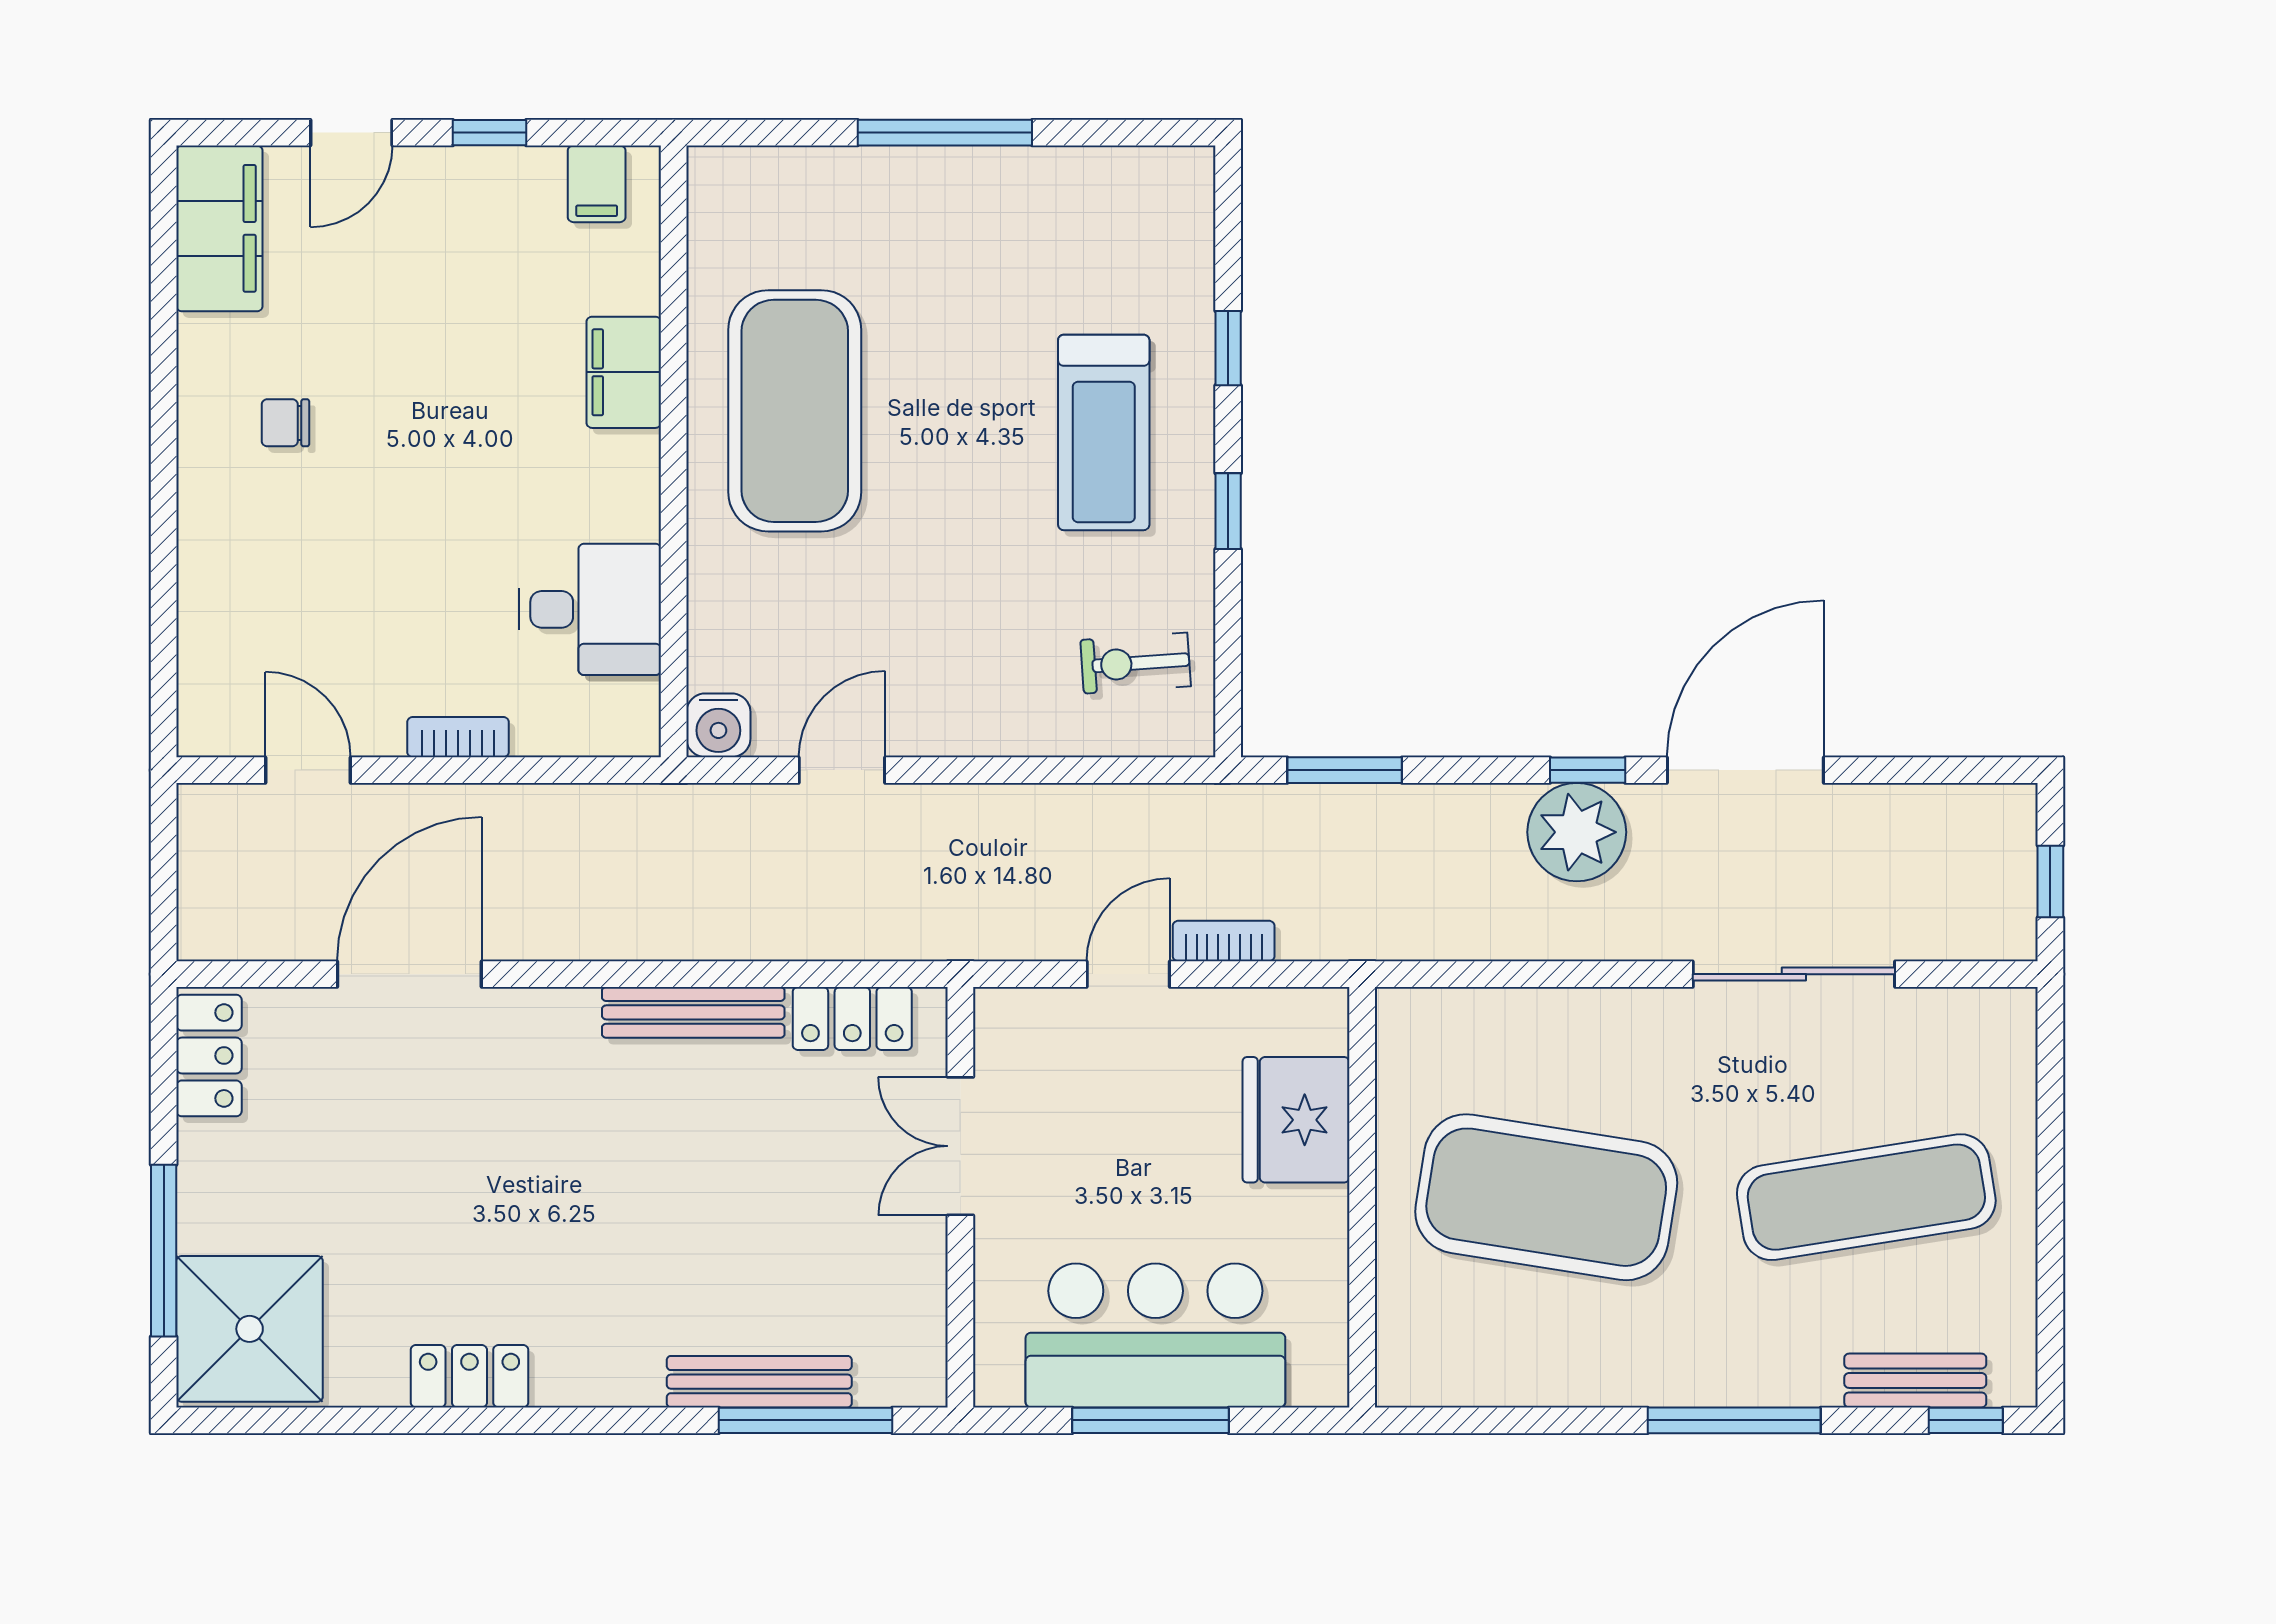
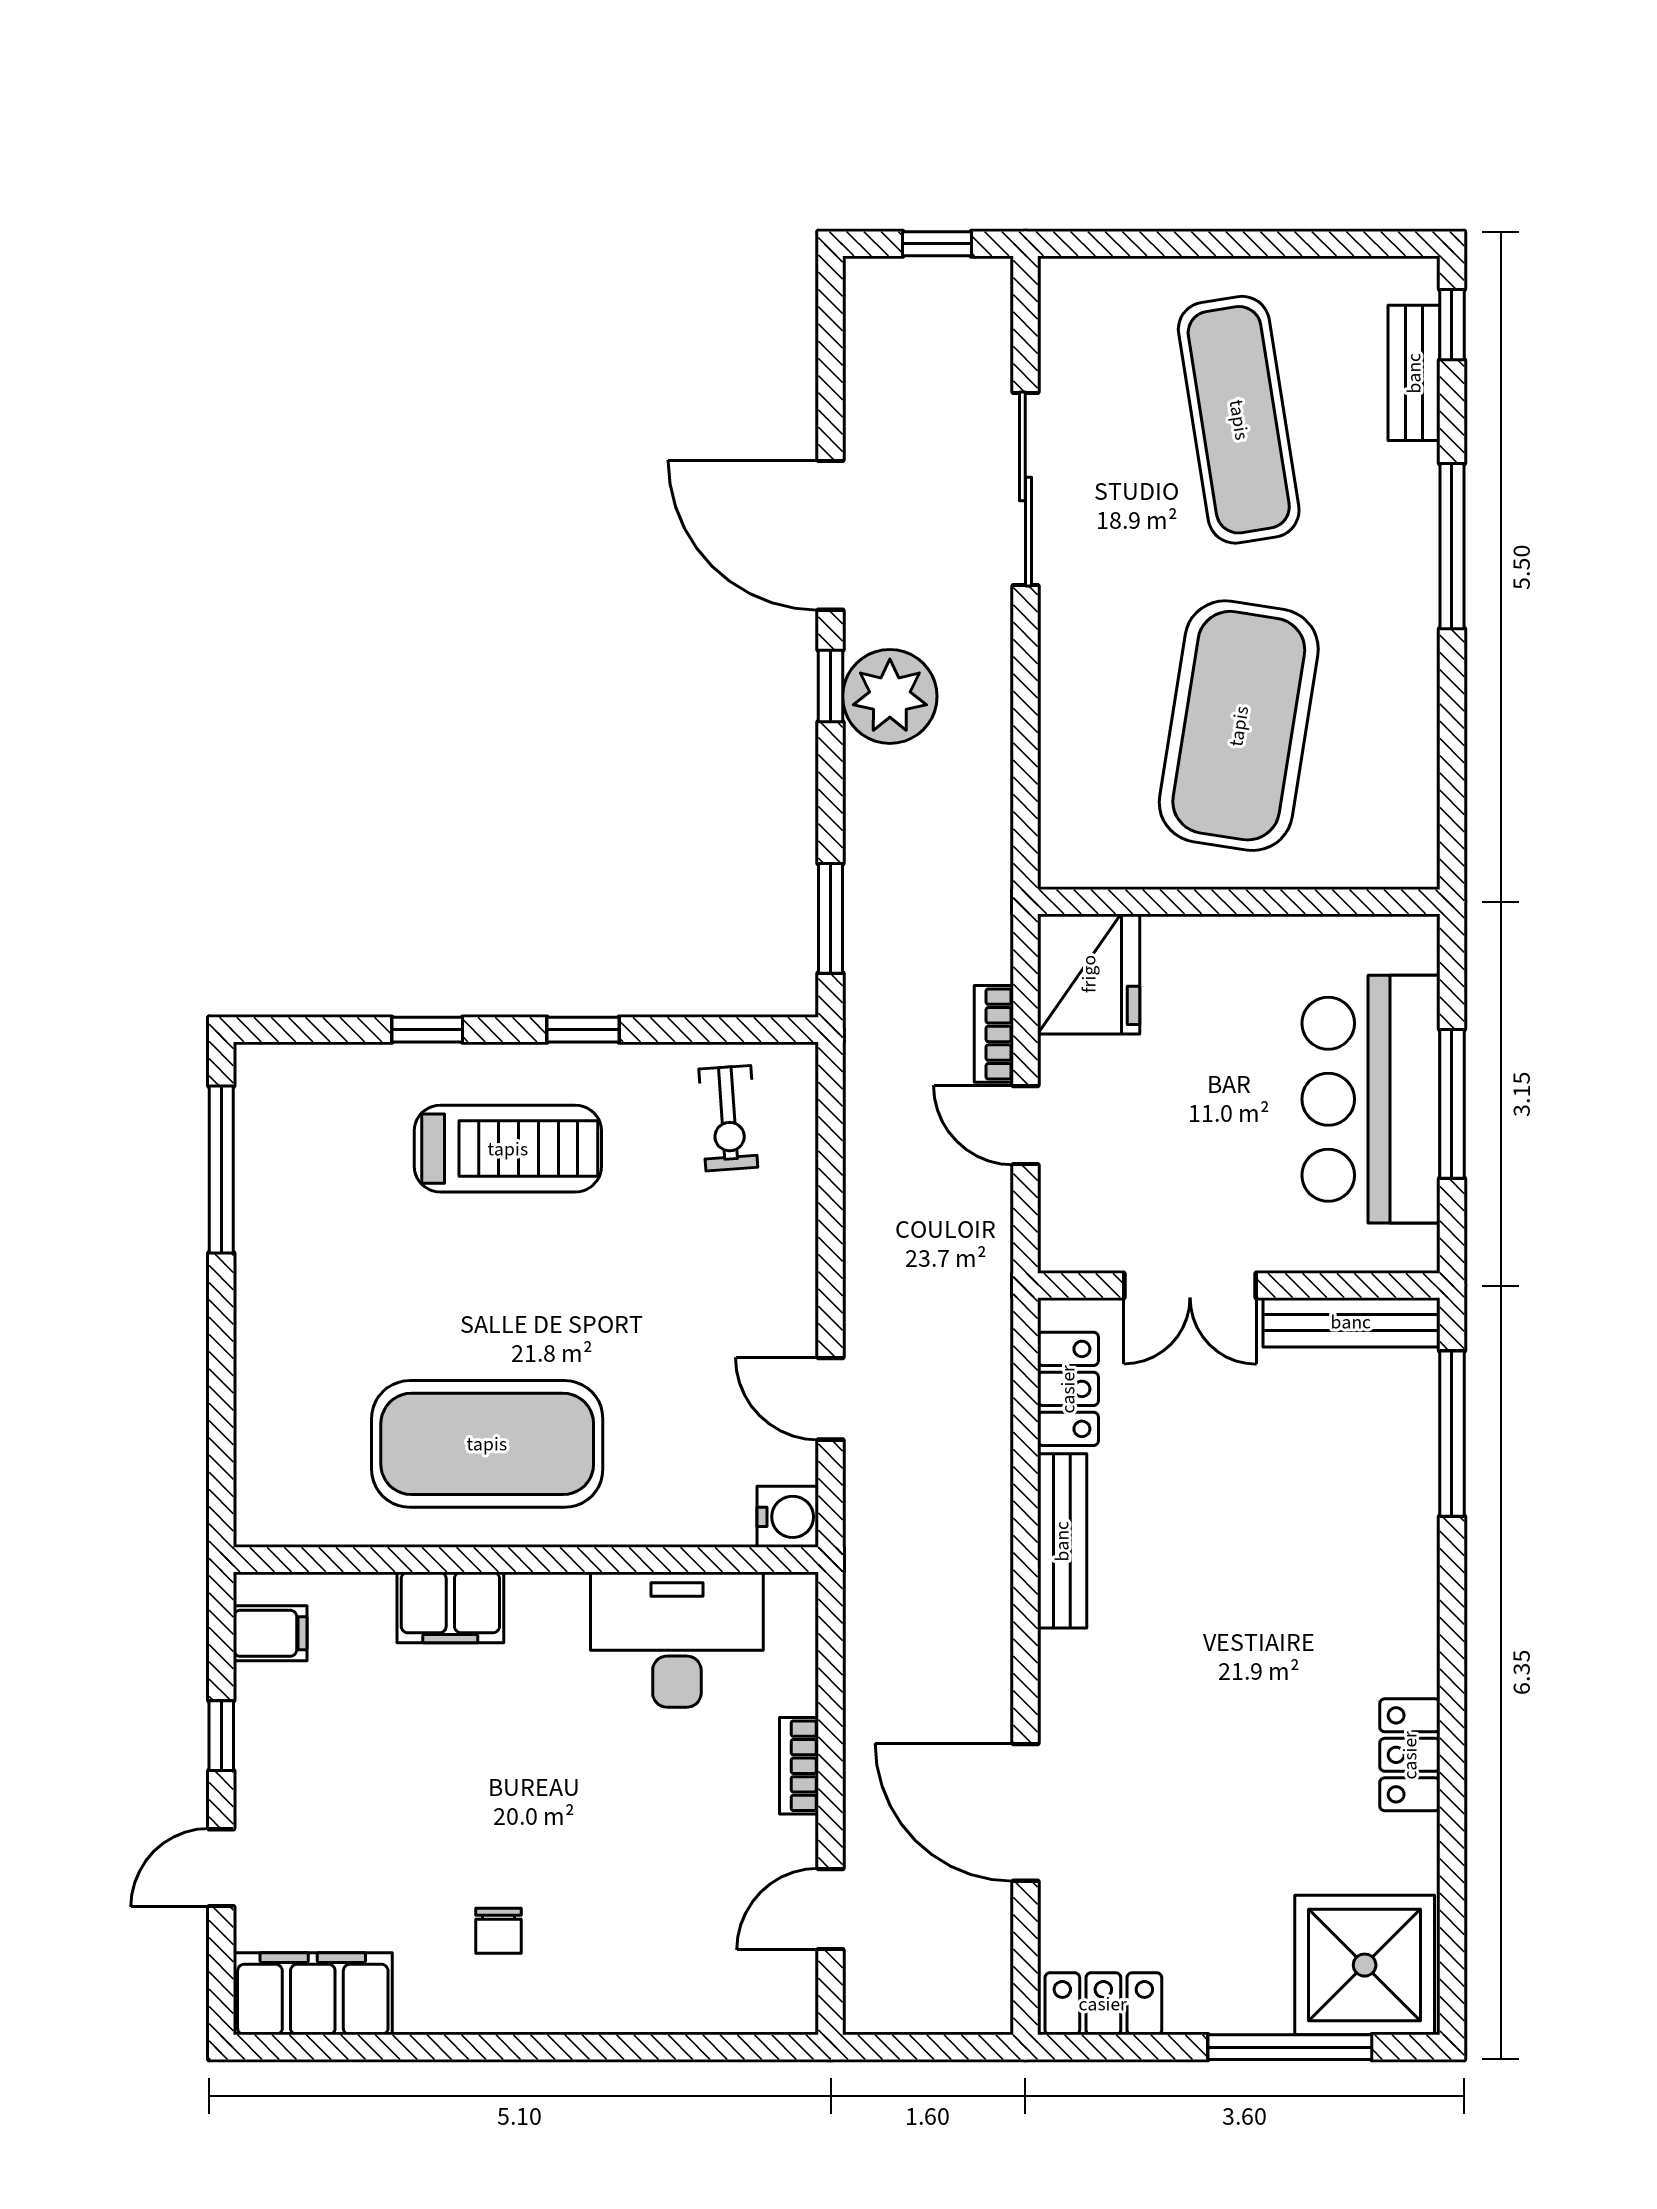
door: (351, 133) -> (221, 1868), swing flipped
window: (945, 133) -> (221, 1170), moved
desk: (590, 609) -> (677, 1640), width x1.37
fridge: (1296, 1120) -> (1089, 974), moved, turned -90
bench: (759, 1382) -> (1351, 1322), moved, turned 90

